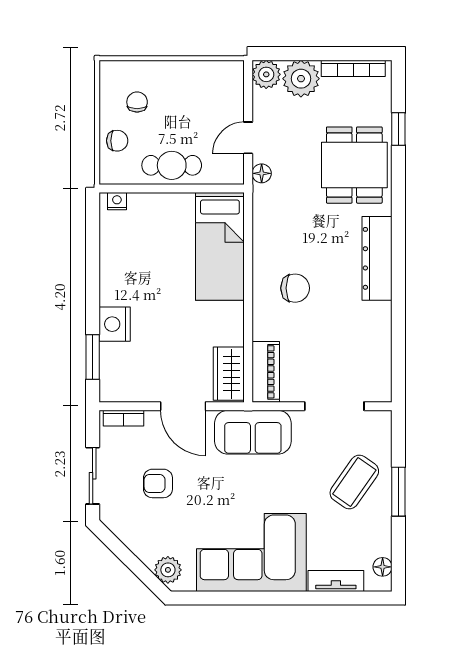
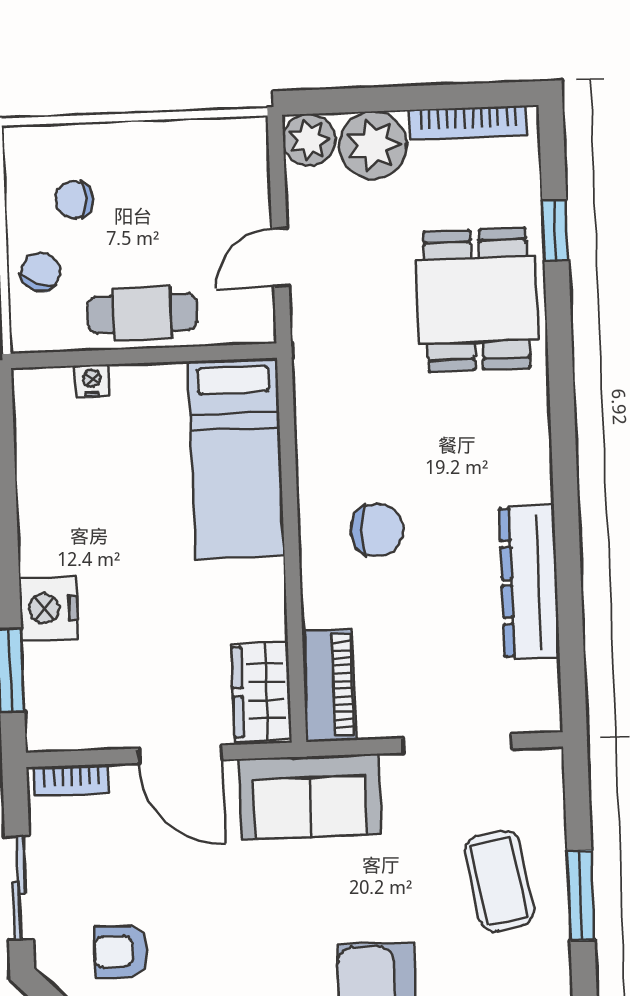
chair: (137, 102) -> (74, 200), turned -90
chair: (117, 141) -> (41, 272), turned -70
floor lamp: (262, 173) -> (308, 322), removed
nightstand: (117, 201) -> (92, 381), moved
dresser: (377, 258) -> (529, 582), moved
coffee table: (354, 482) -> (499, 881), turned -45
armchair: (158, 483) -> (121, 952), moved

